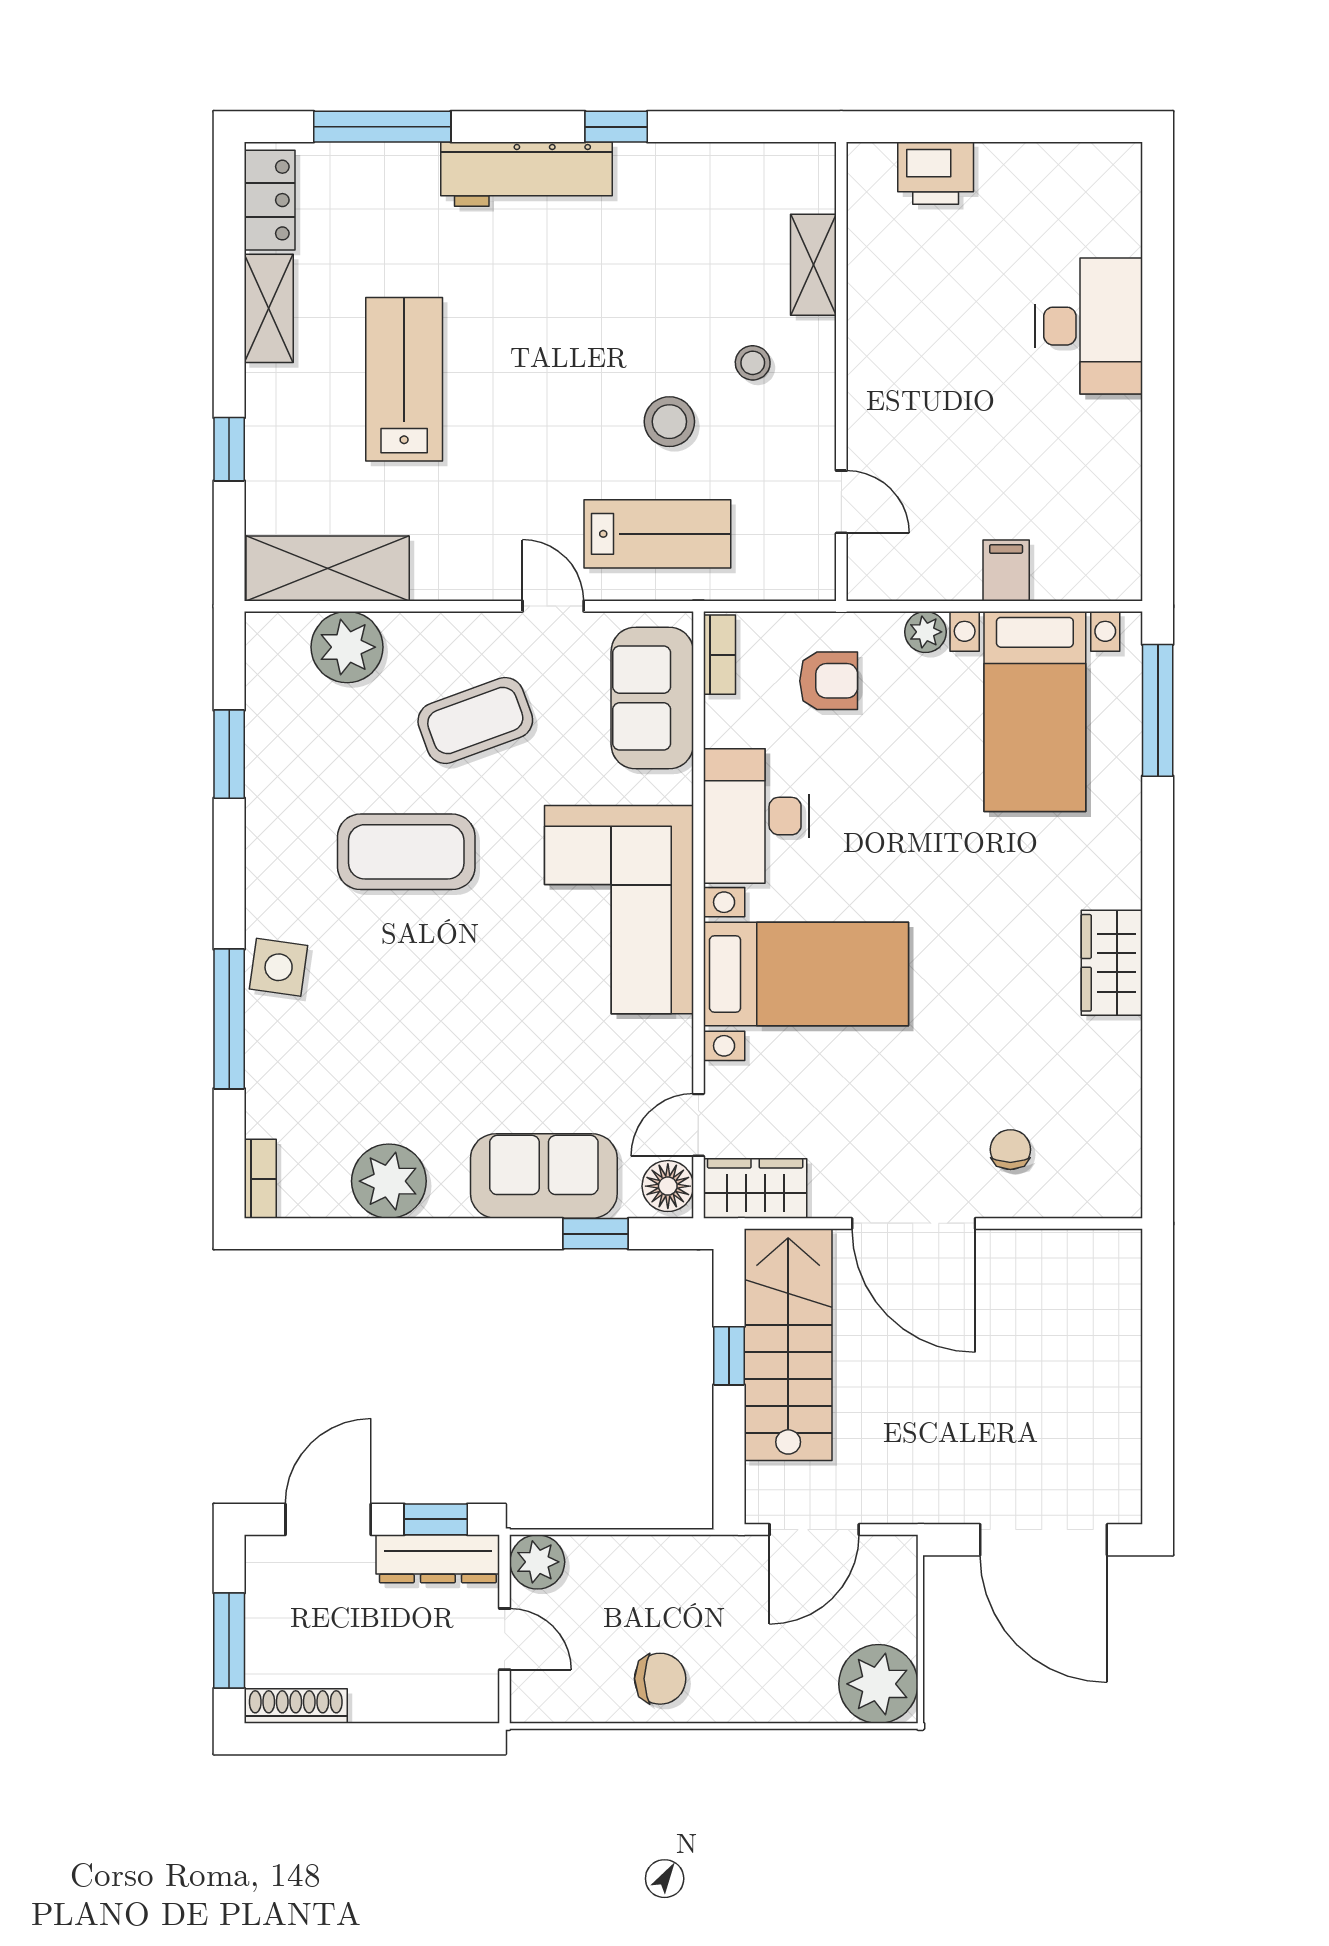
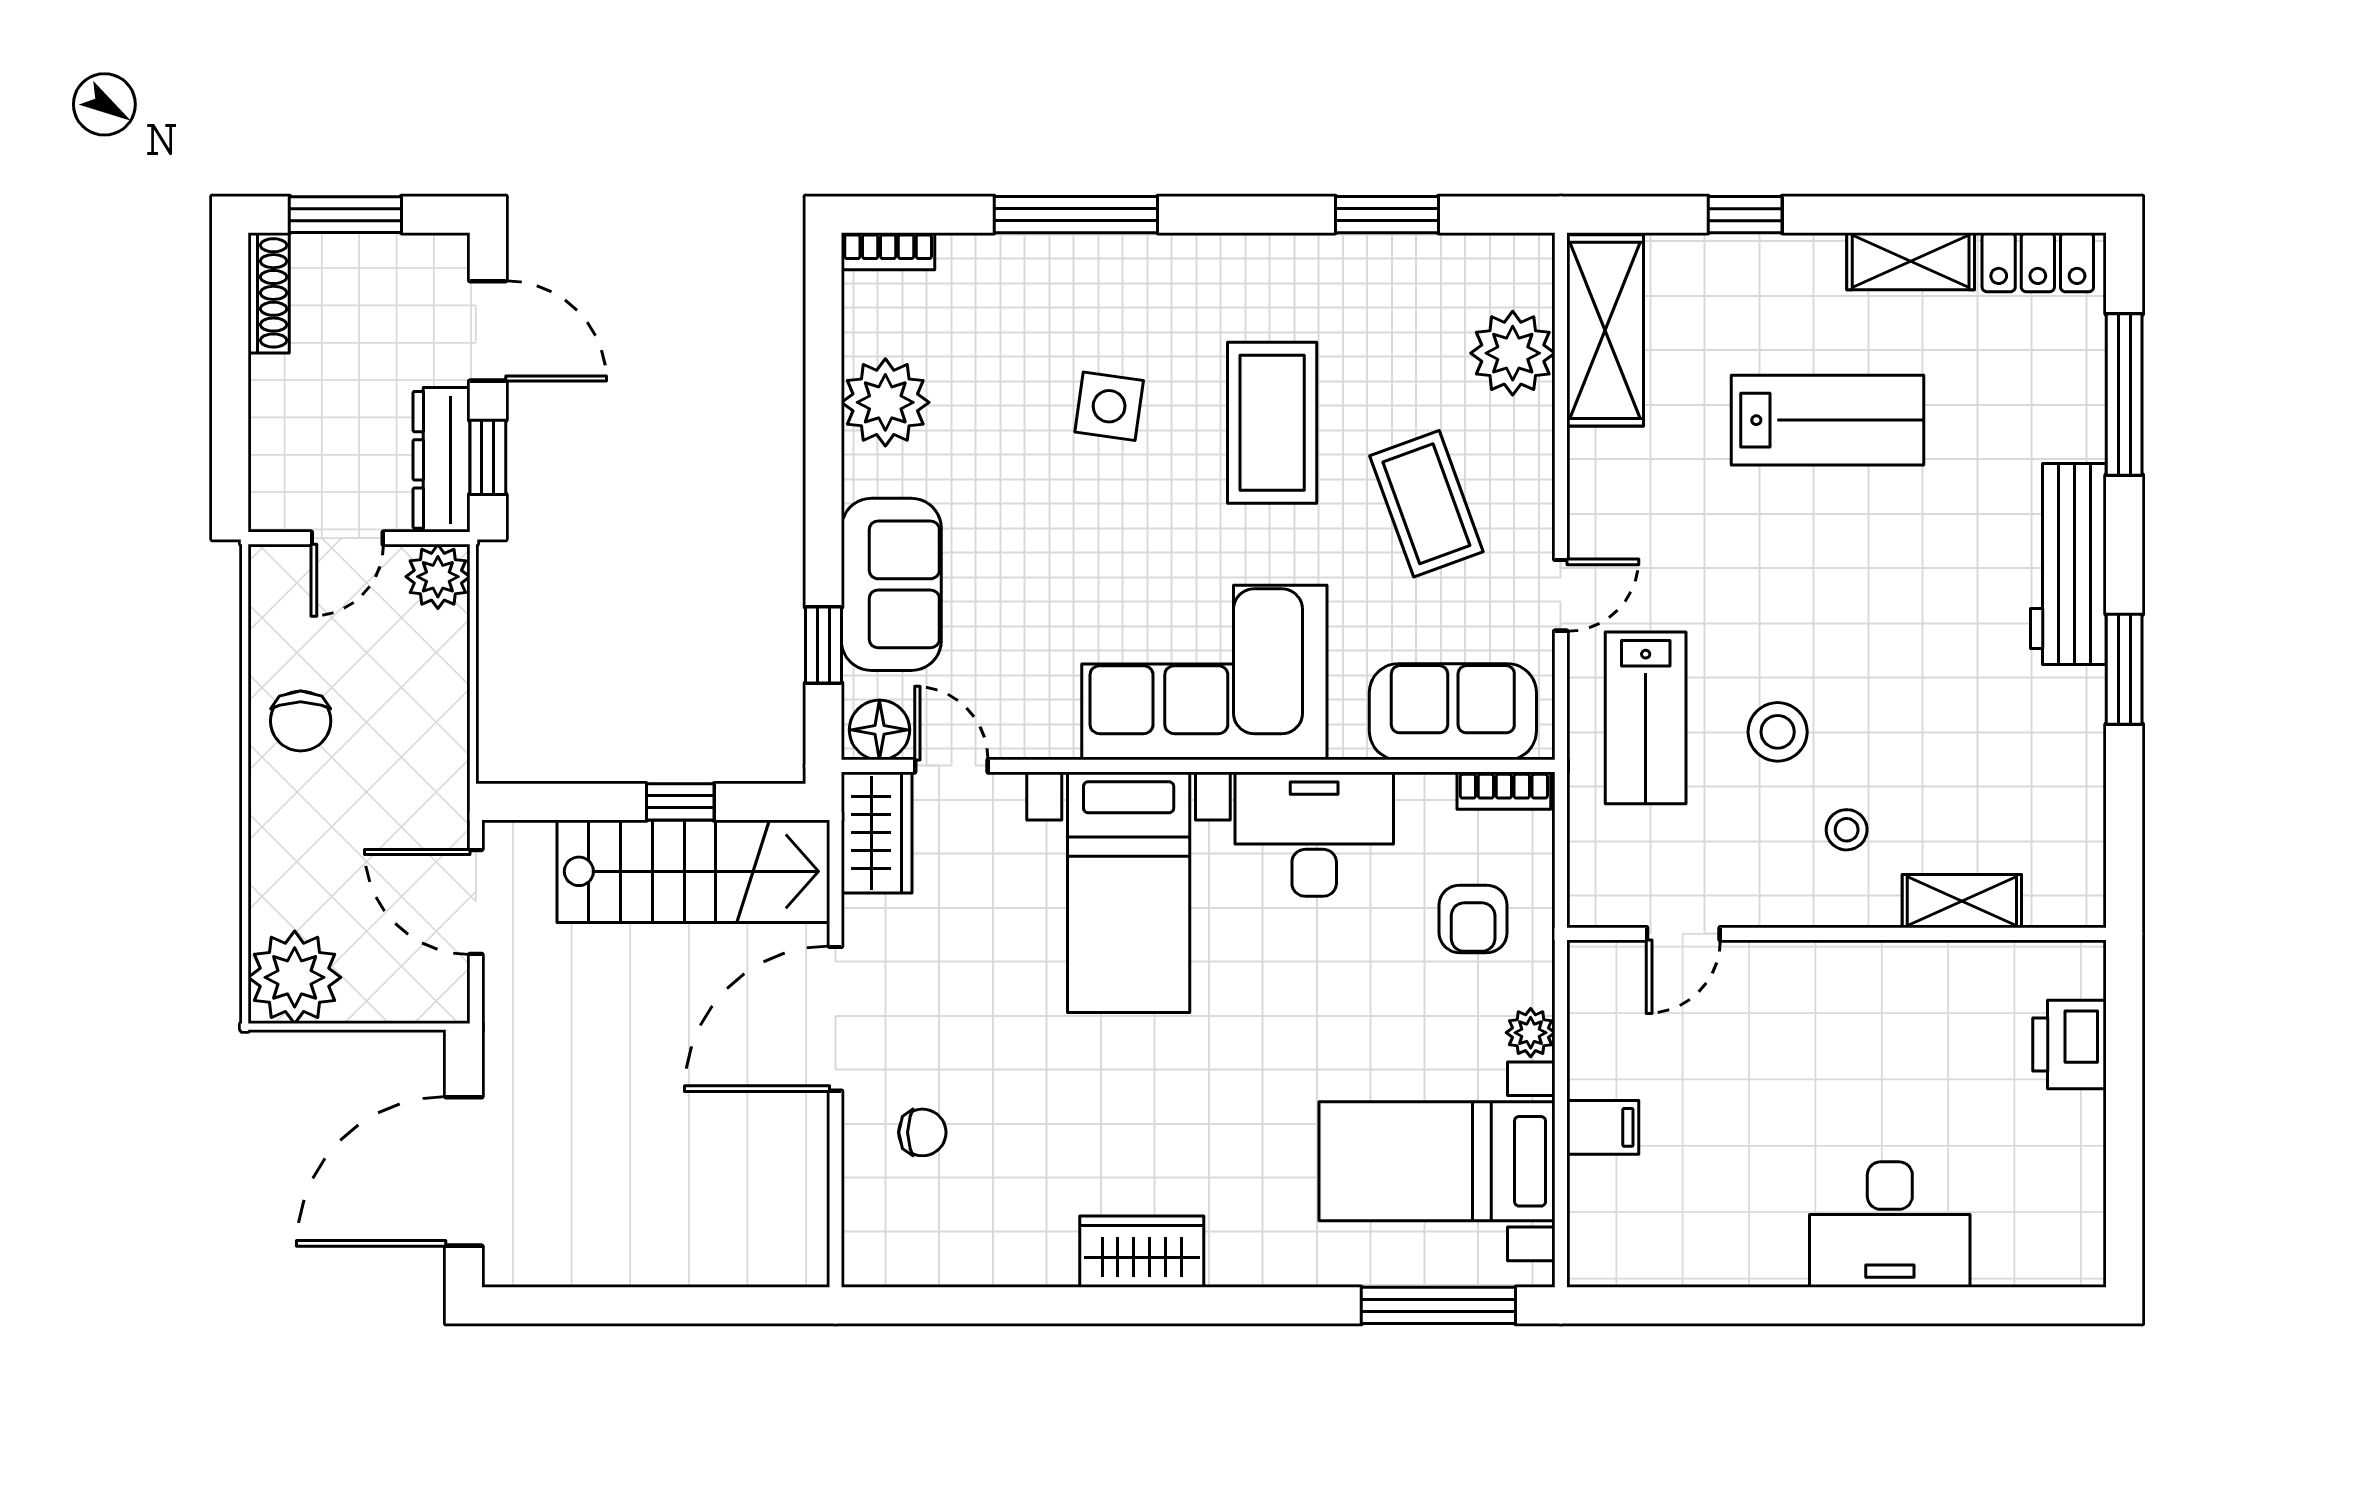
window: (616, 127) -> (2124, 669), width x1.50
side table: (279, 967) -> (1109, 406), moved

